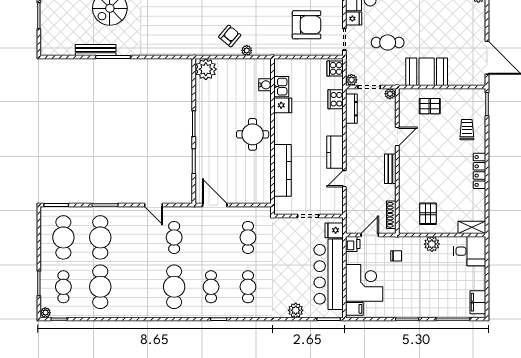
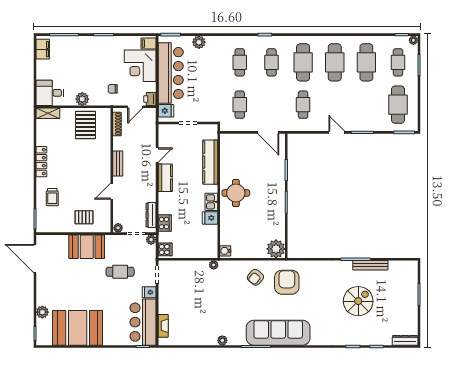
armchair: (307, 25) -> (287, 282), moved, turned 90
plant: (247, 50) -> (214, 265), moved
water cooler: (265, 85) -> (225, 251), moved
kitchen sink: (281, 87) -> (211, 202), moved
door: (153, 205) -> (337, 132), moved
pallet: (428, 214) -> (86, 125), width x1.50, depth x1.42
cafe table: (100, 237) -> (335, 62), moved

